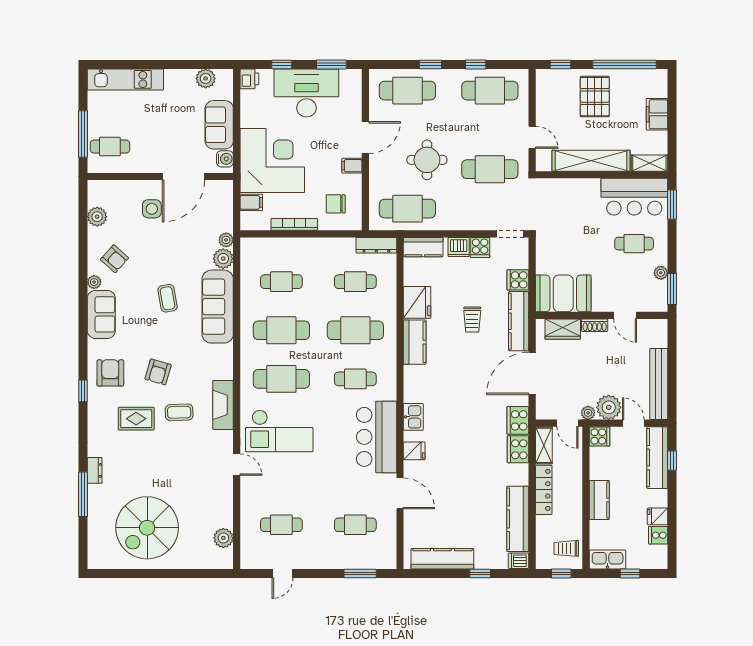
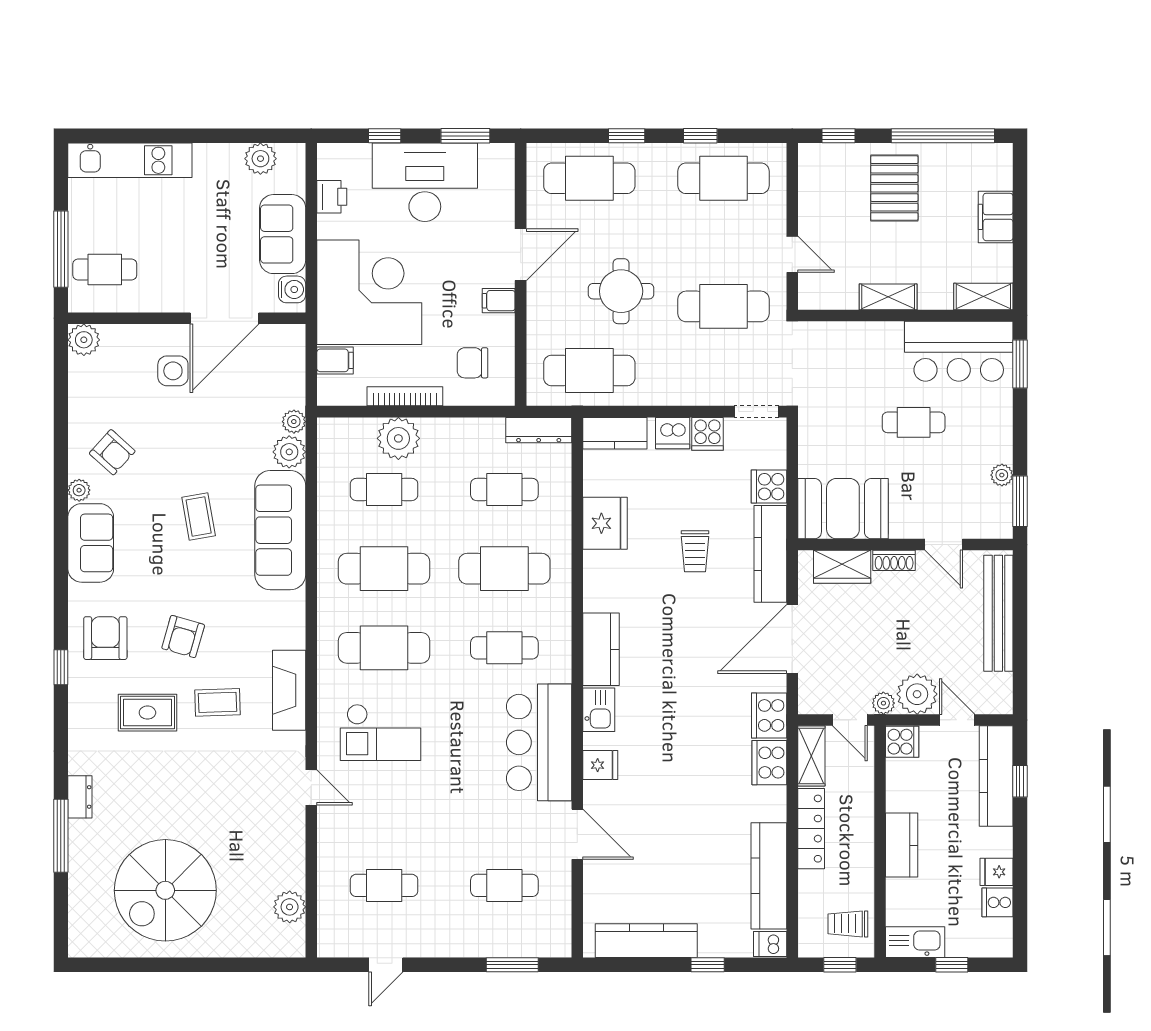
printer: (249, 79) -> (332, 197), moved
shelving: (591, 161) -> (888, 297), width x0.45, depth x0.75
plant: (97, 217) -> (84, 340), moved
cafe table: (634, 244) -> (914, 422), moved
plant: (290, 250) -> (398, 438), added
kitchen counter: (415, 342) -> (601, 649), moved
bench: (659, 384) -> (998, 613), moved
checkout: (279, 431) -> (380, 732), width x0.73, depth x0.83

